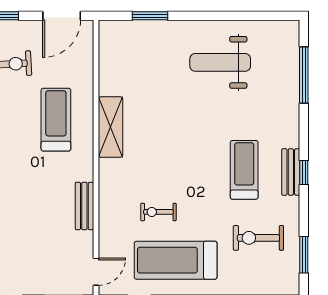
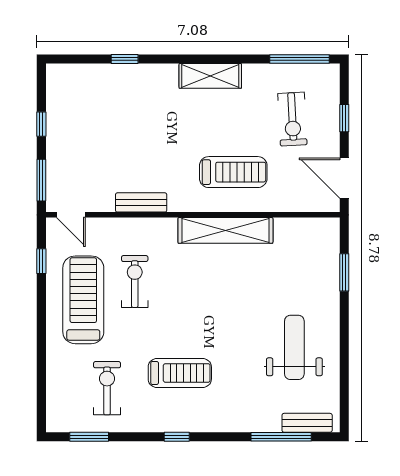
shelving: (111, 127) -> (225, 230), width x1.47
bench: (291, 172) -> (307, 423), moved
exercise bike: (158, 212) -> (135, 282), width x1.38, depth x1.39

